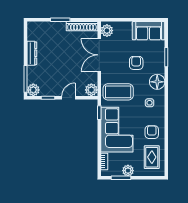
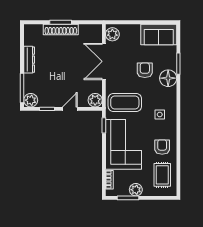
shoe rack: (82, 26) -> (61, 29), moved
floor lamp: (157, 82) -> (168, 78), moved

